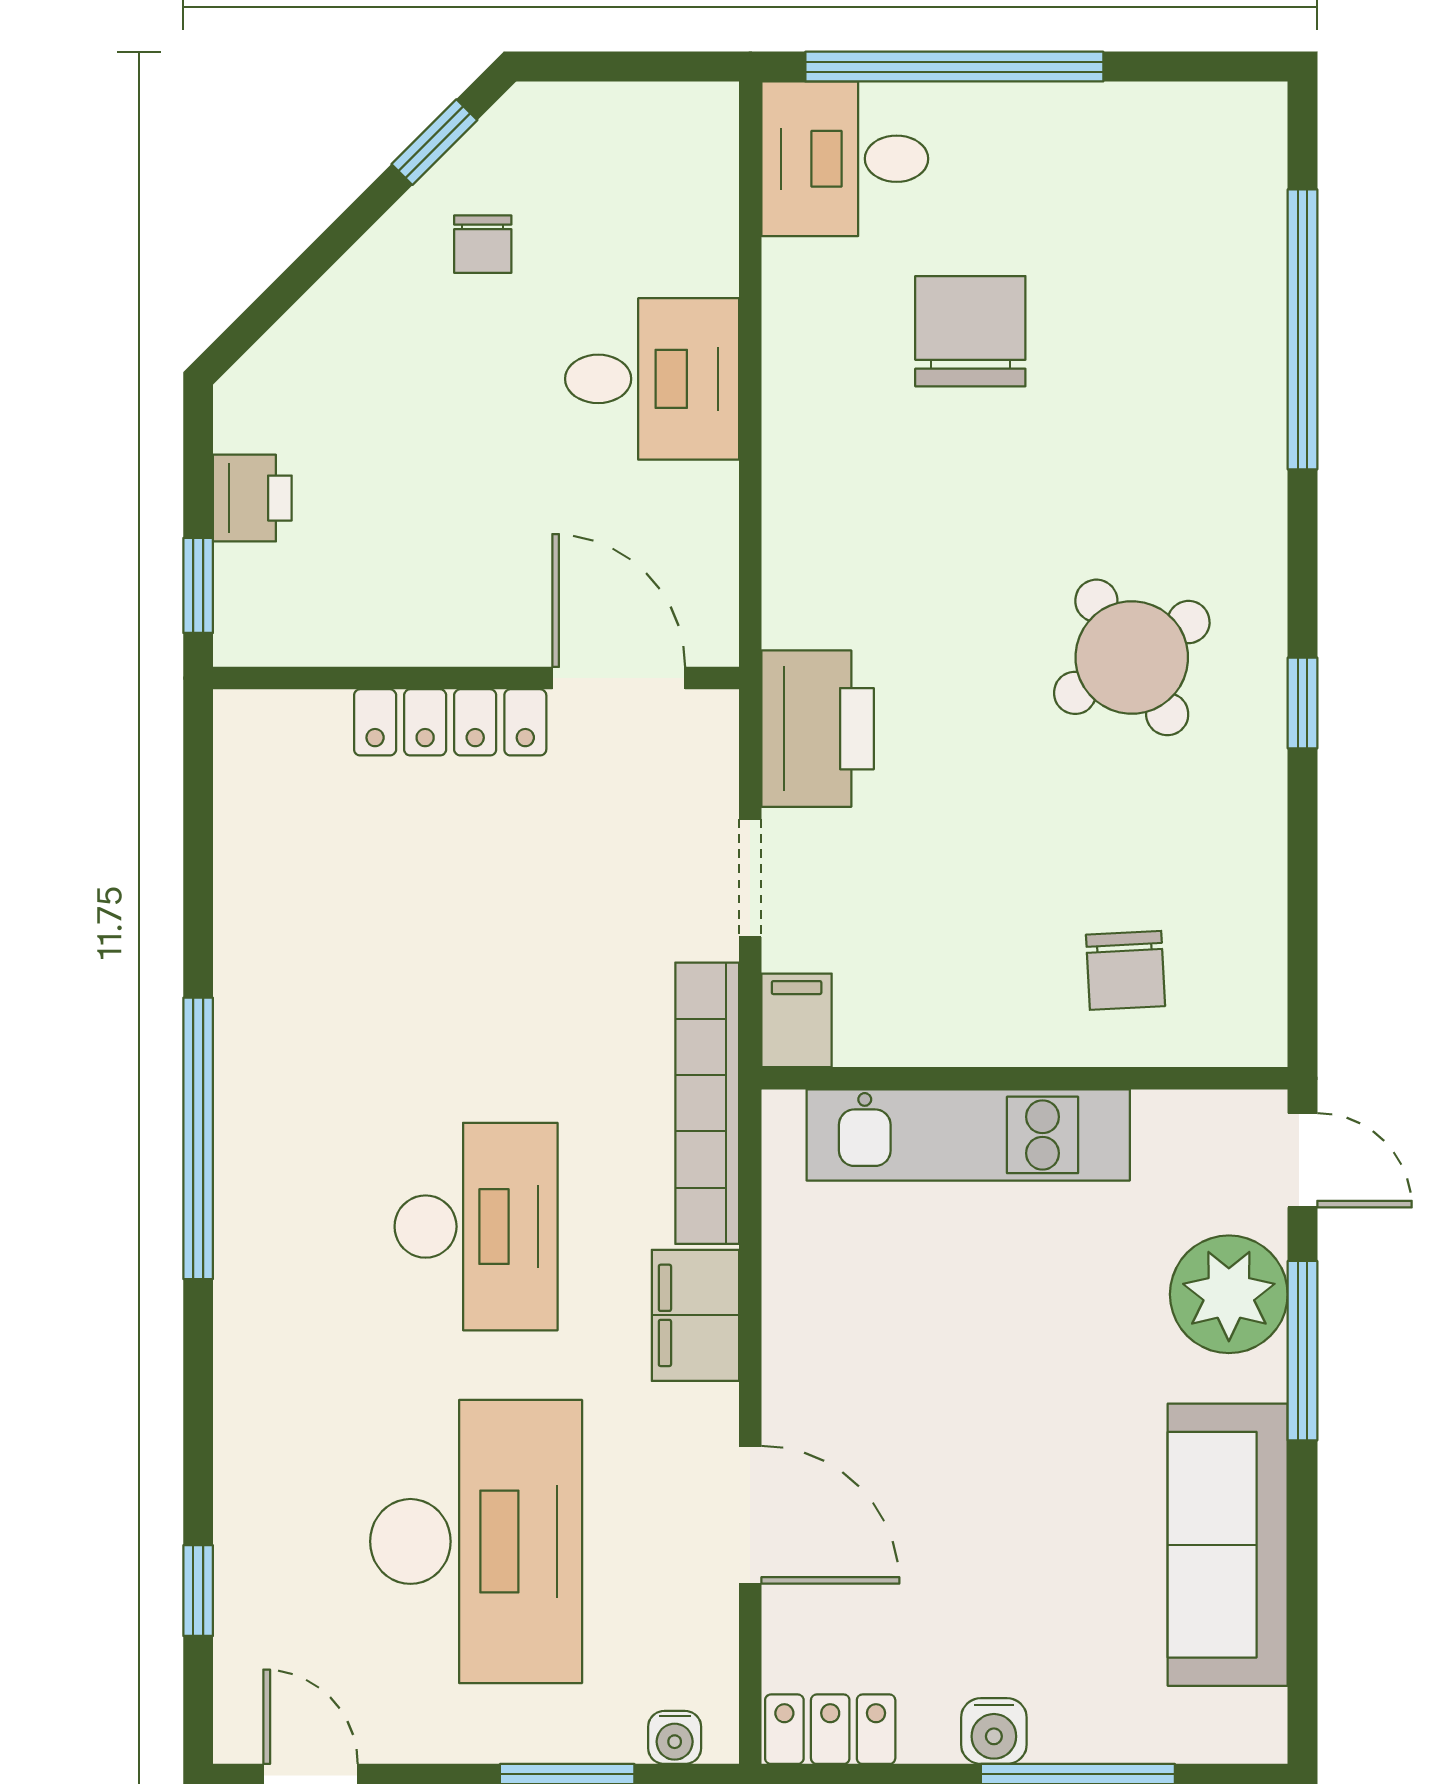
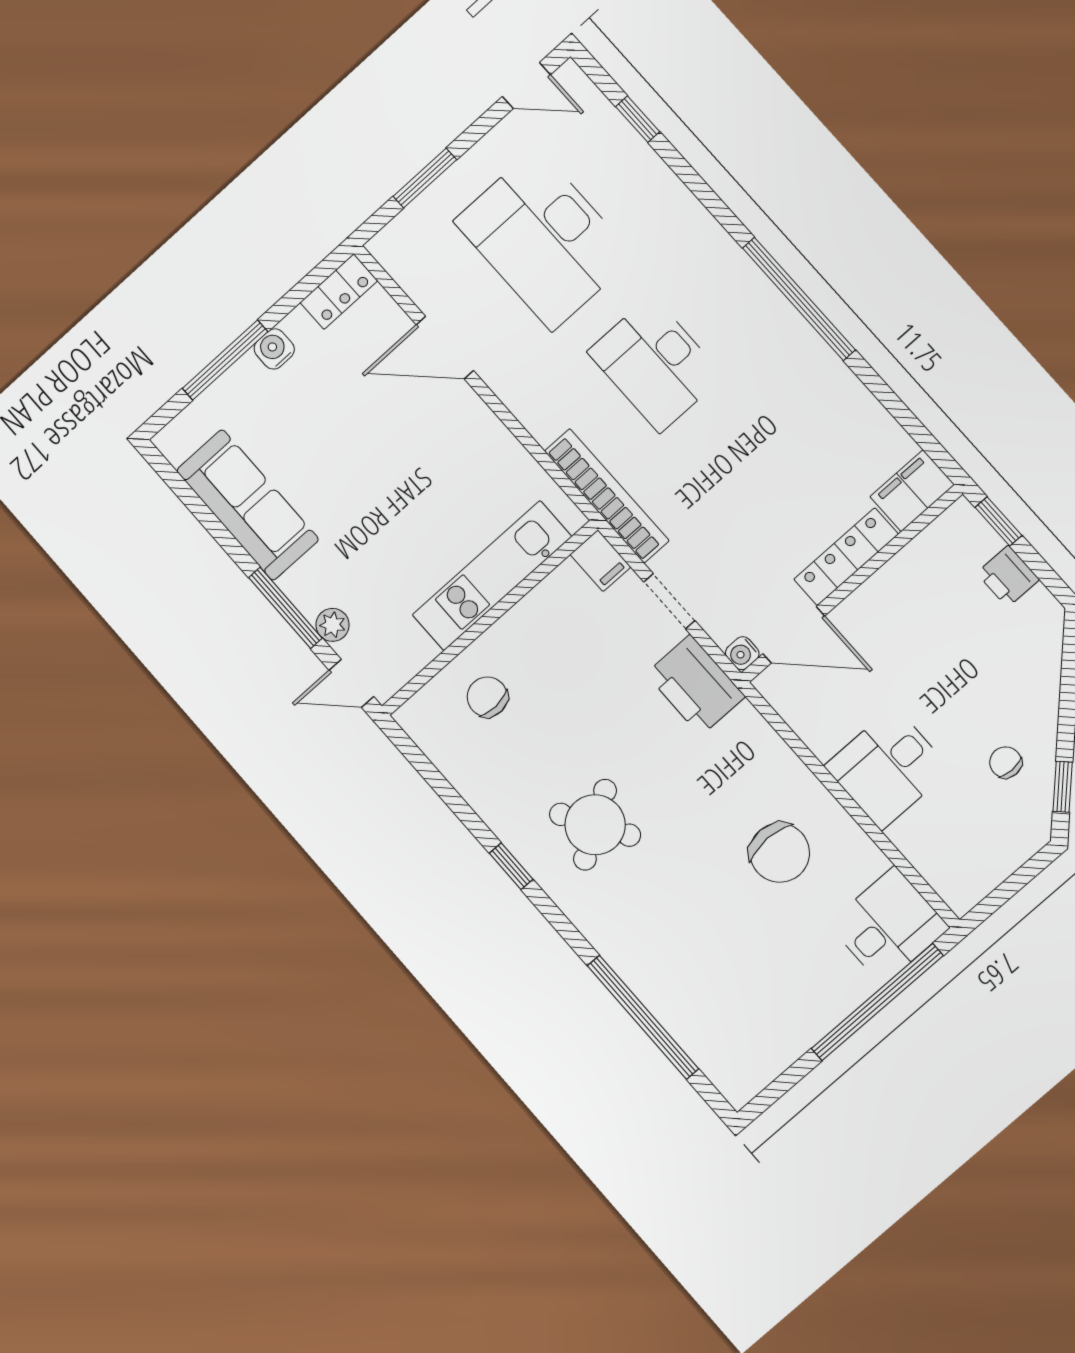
chair: (970, 331) -> (780, 853), moved
plant: (1229, 1294) -> (332, 625), width x0.53, depth x0.53
filing cabinet: (696, 1315) -> (912, 491), moved, turned -90
water cooler: (675, 1737) -> (742, 653), moved, turned -90

